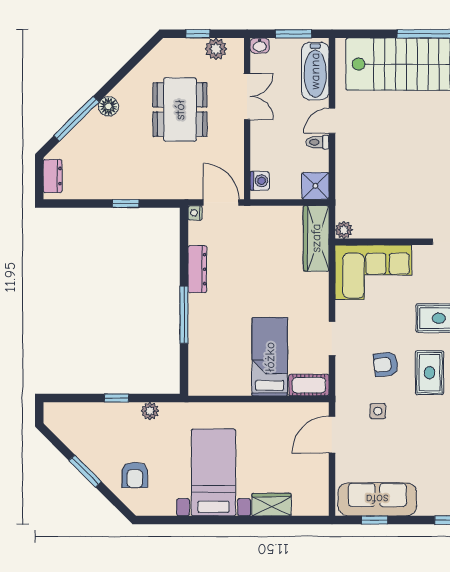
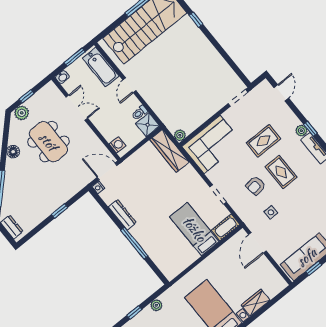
plant: (216, 49) -> (22, 113), moved
floor lamp: (108, 106) -> (13, 152), moved
toilet: (317, 142) -> (140, 113), moved

